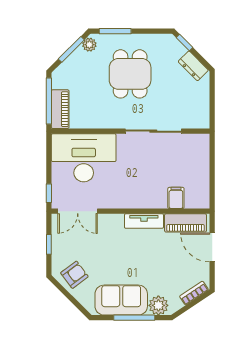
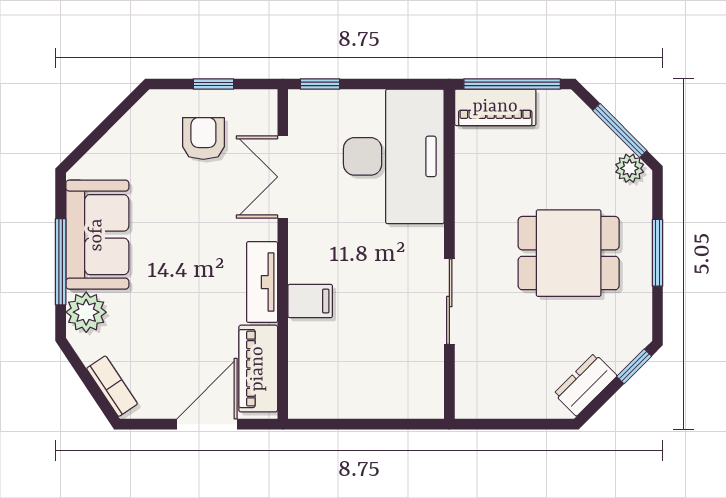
window: (115, 31) -> (658, 253), moved
sliding door: (153, 131) -> (449, 302), width x0.73
filing cabinet: (176, 198) -> (310, 301), moved
double door: (78, 211) -> (283, 177), moved
armchair: (74, 275) -> (203, 138), moved, turned -143

